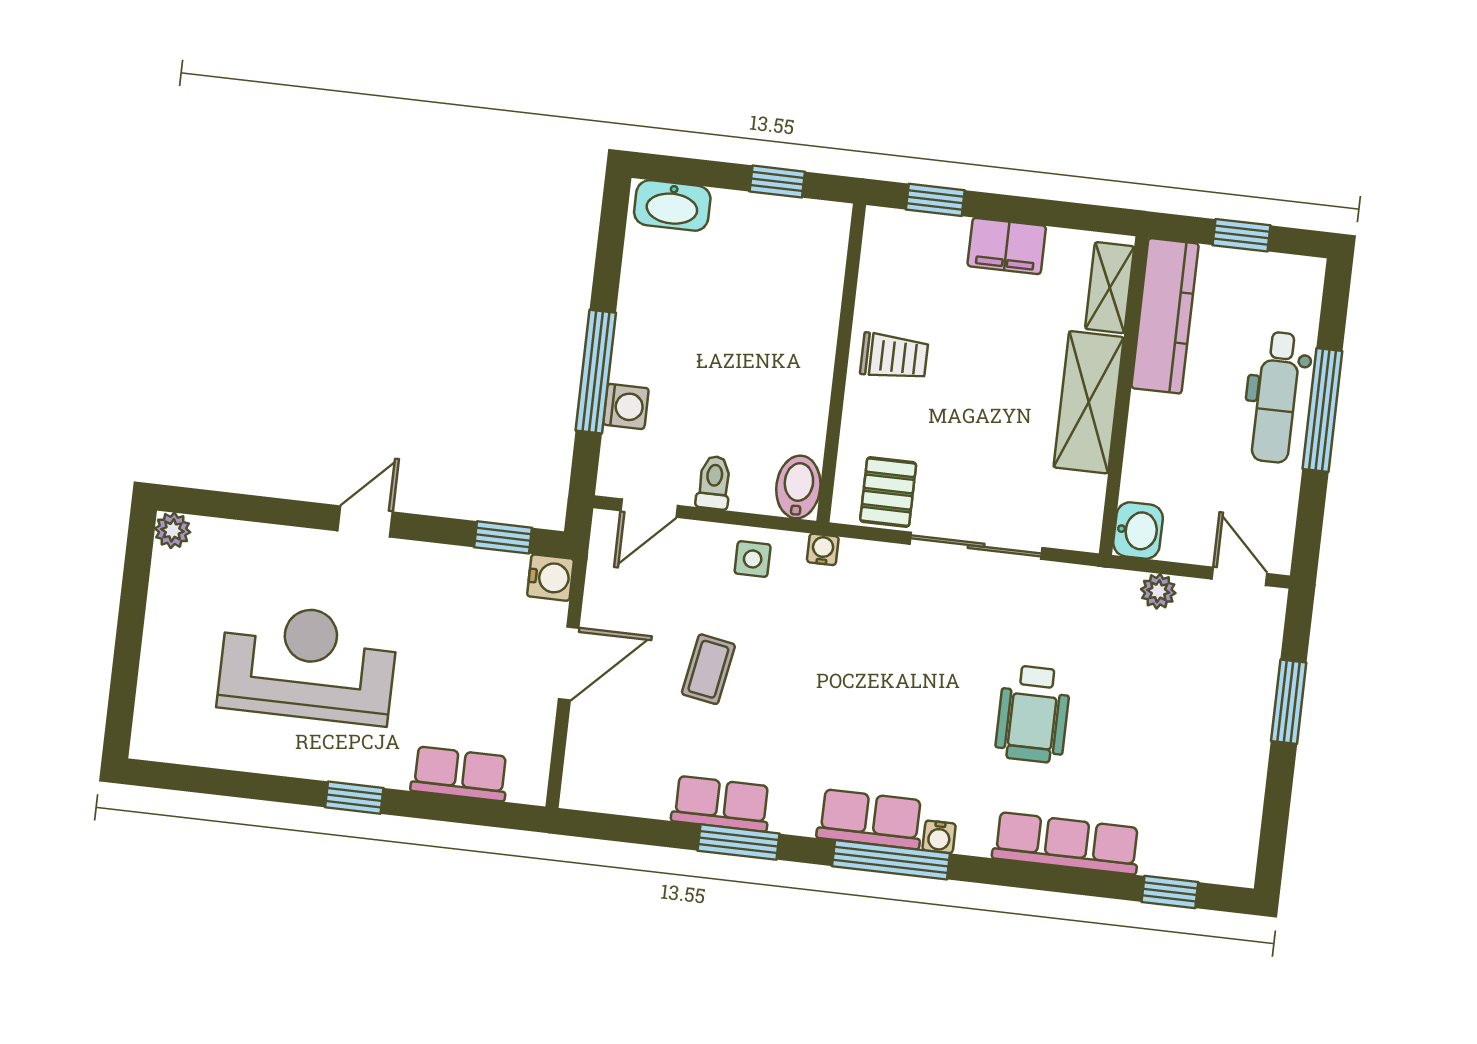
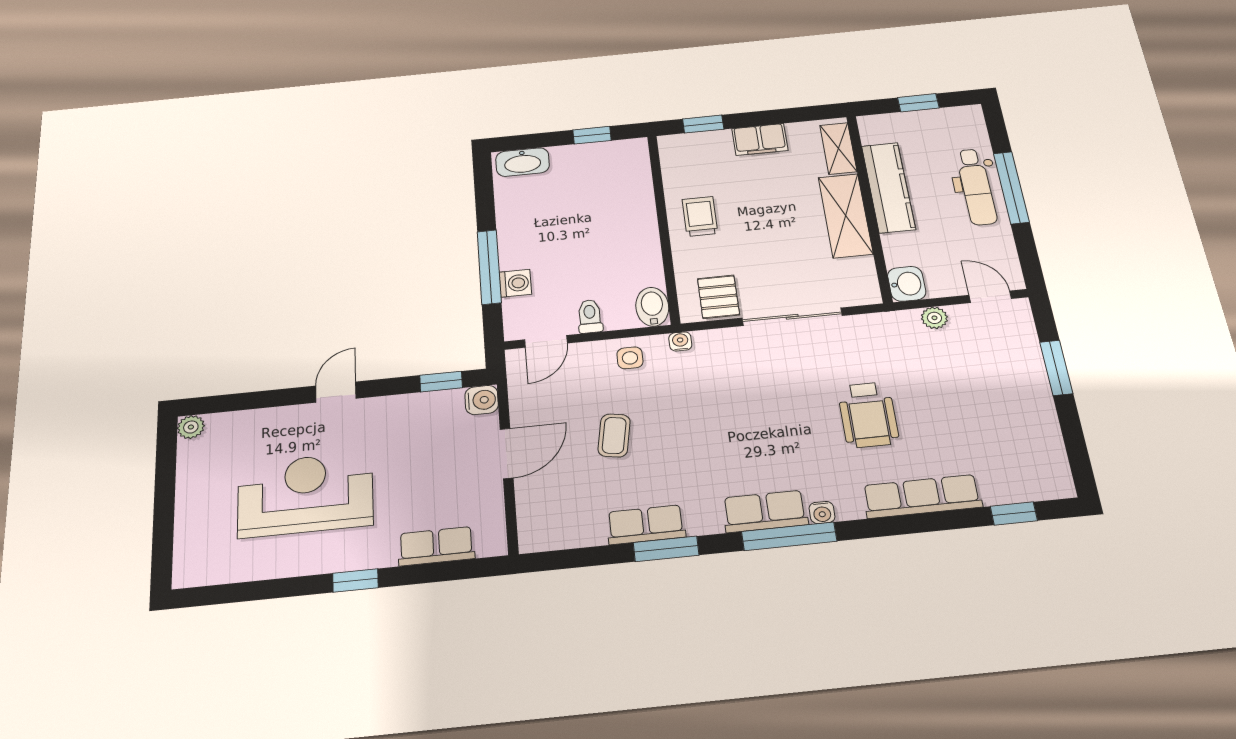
kitchen counter: (1165, 316) -> (888, 187), moved
trolley: (894, 357) -> (700, 216), turned -90

